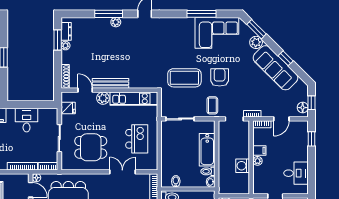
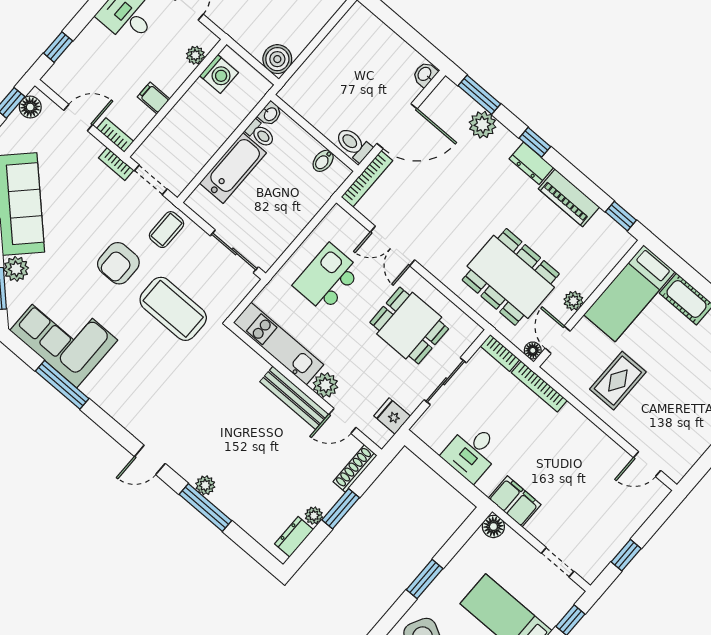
window: (58, 40) -> (341, 509), moved
door: (85, 90) -> (342, 421), hinge flipped
plant: (257, 161) -> (195, 55), moved
washing machine: (243, 166) -> (219, 74), moved

